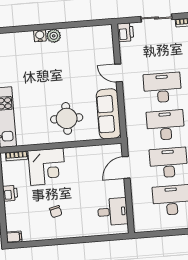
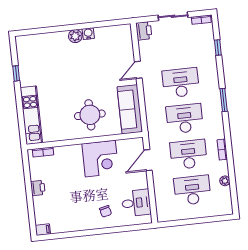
water cooler: (40, 36) -> (88, 34), moved
door: (119, 73) -> (138, 70), hinge flipped
corner desk: (47, 167) -> (100, 159), moved
chair: (56, 212) -> (106, 211), moved

